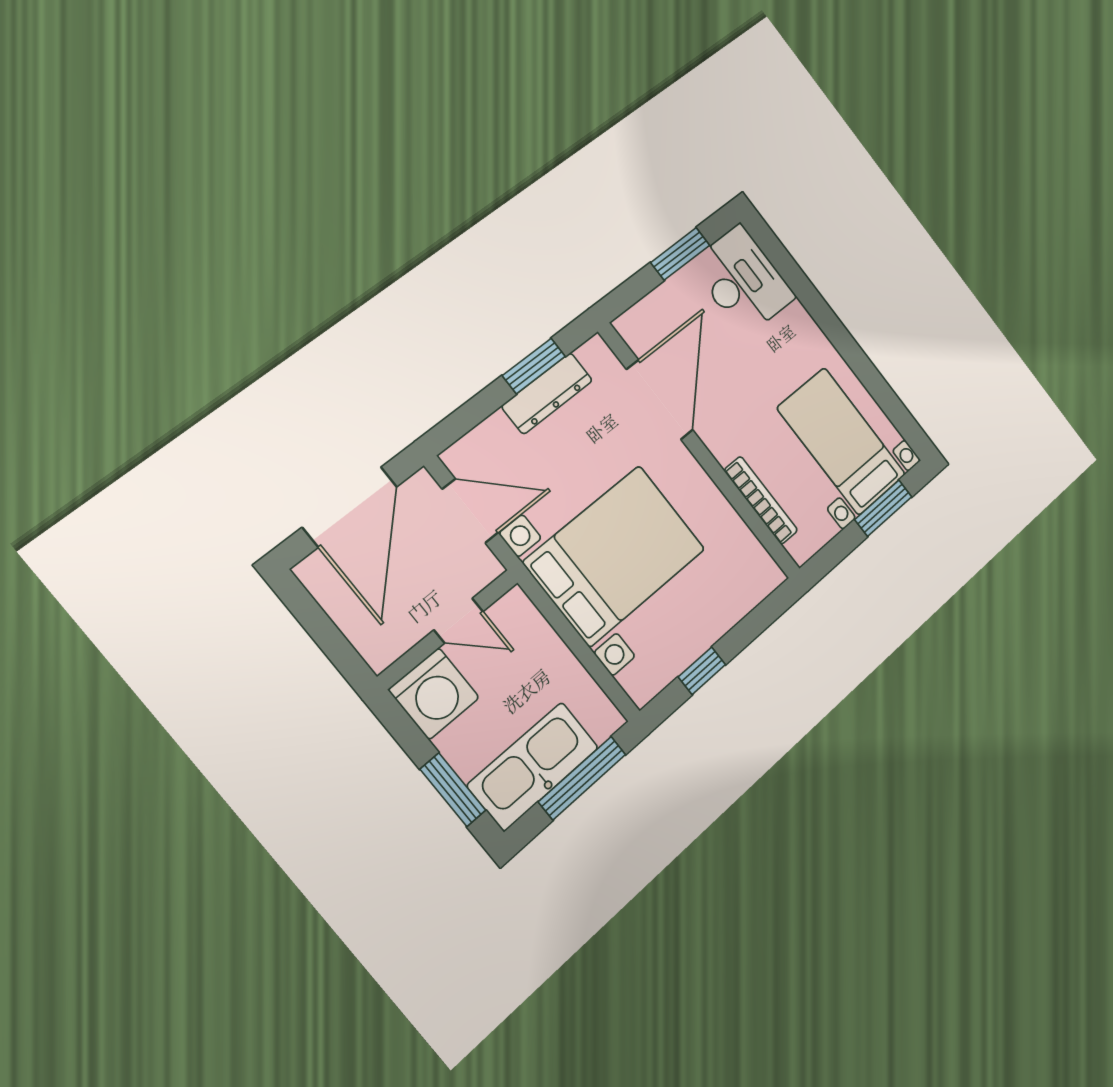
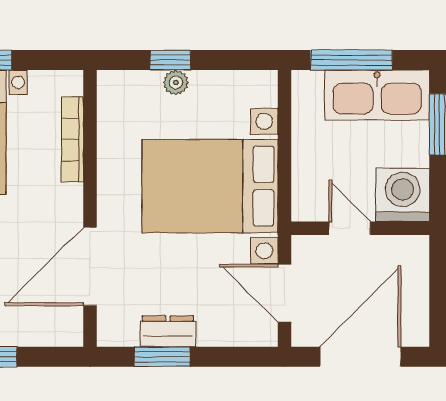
dresser: (547, 393) -> (168, 331), width x0.70
plant: (717, 624) -> (176, 83), added
window: (702, 671) -> (170, 60), moved

